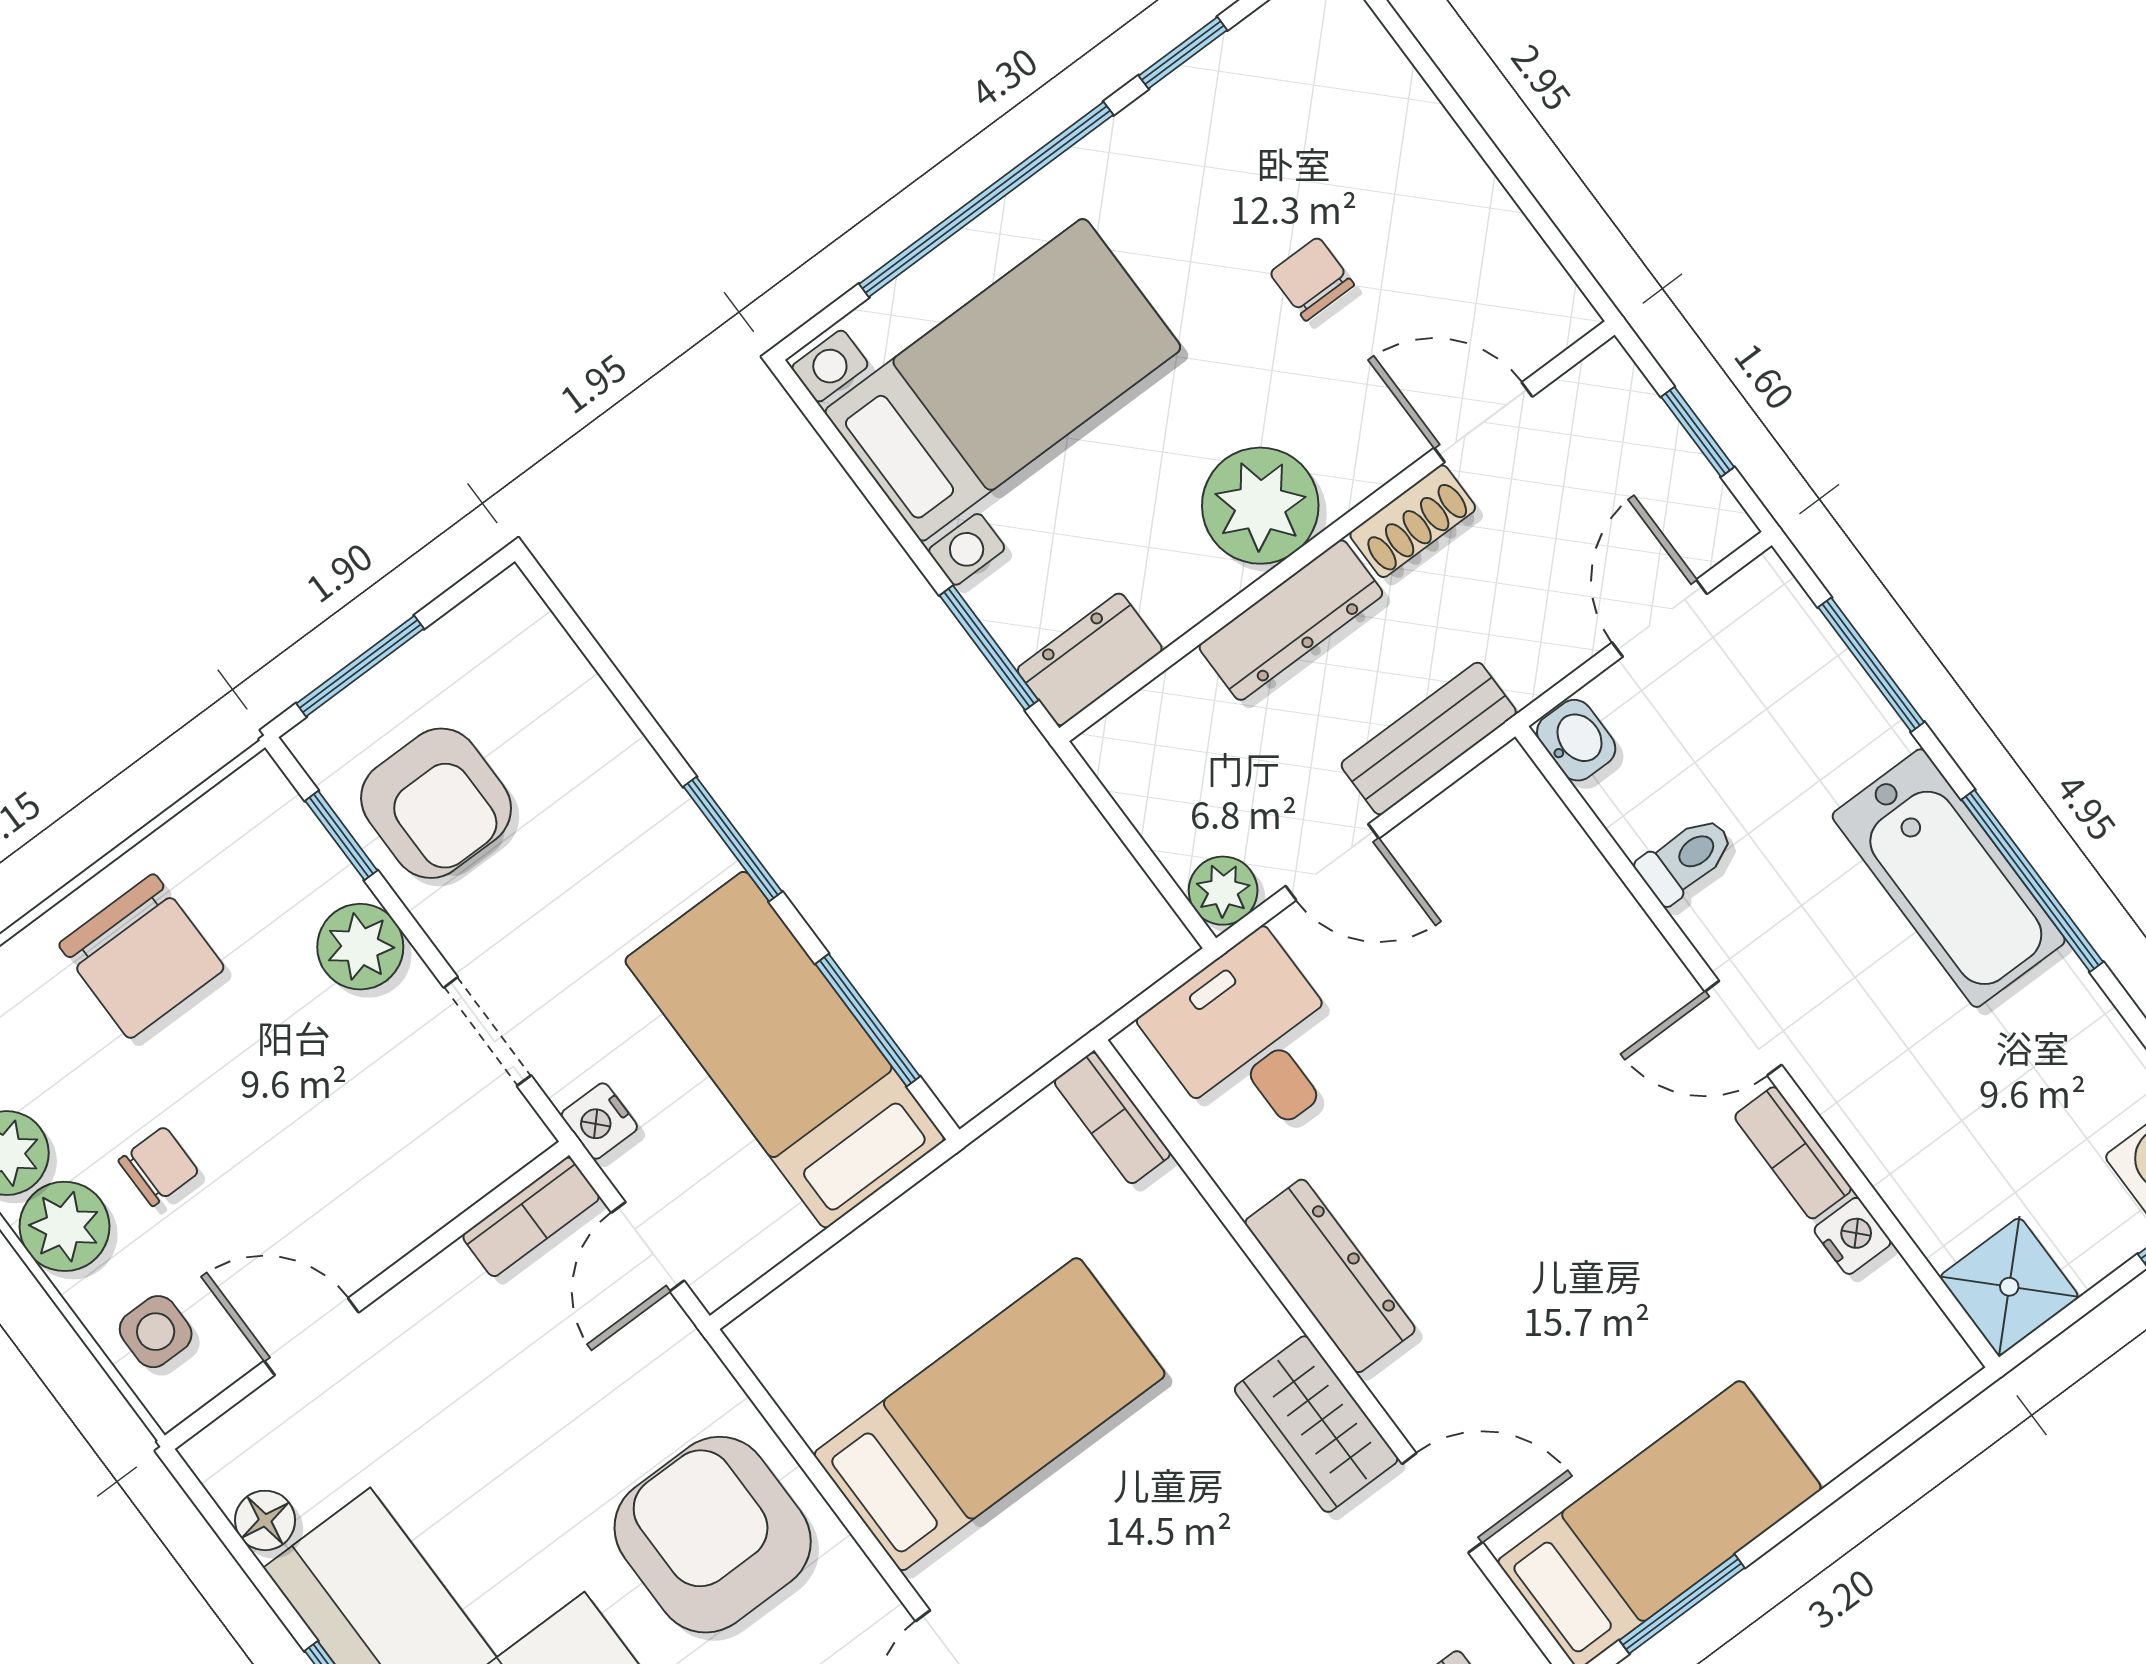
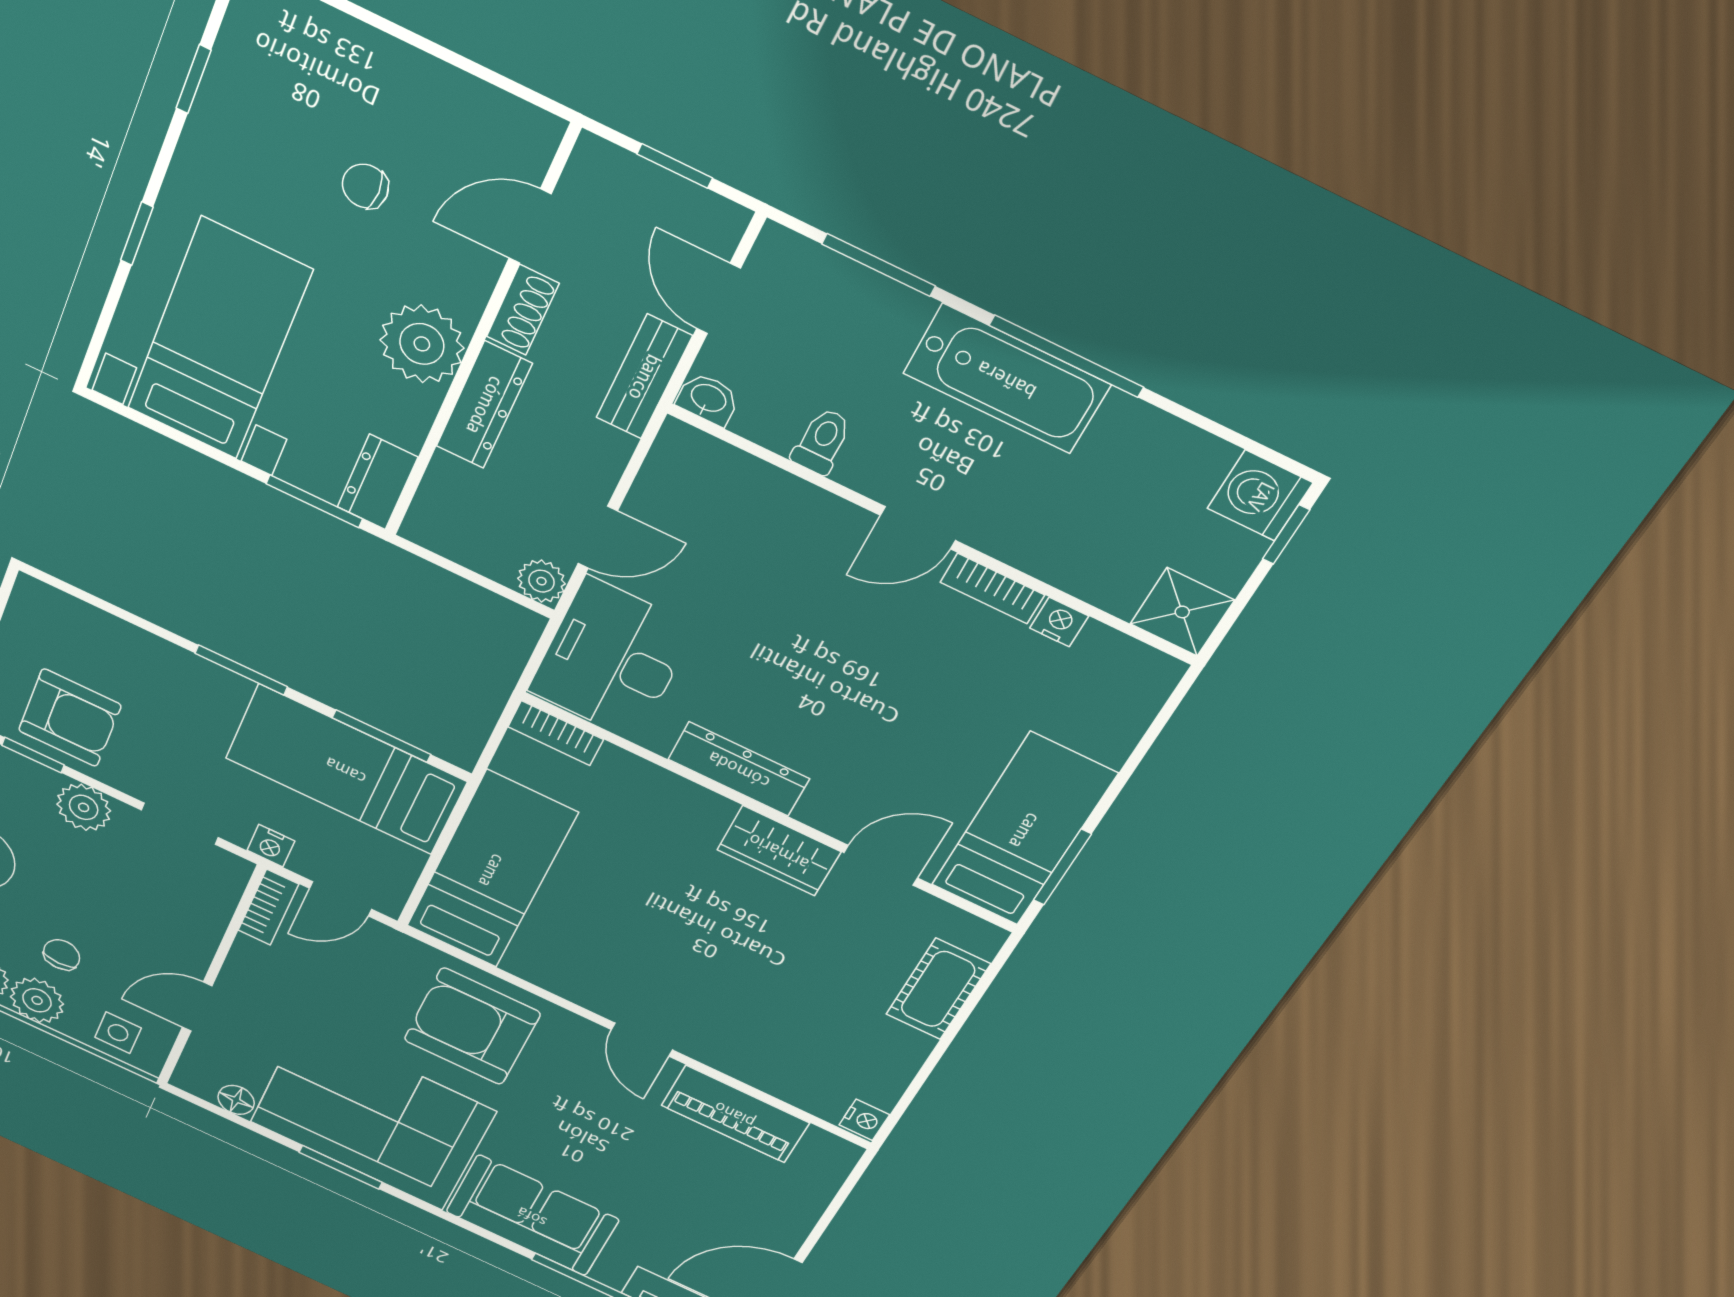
window: (986, 199) -> (137, 234), width x0.32
bench: (1429, 739) -> (644, 377), moved
desk: (1251, 1042) -> (612, 659), width x1.37
door: (648, 1247) -> (340, 899), hinge flipped
bed: (990, 1414) -> (491, 870), moved

